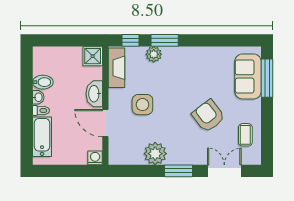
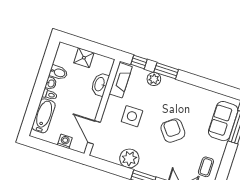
shower: (93, 56) -> (84, 58), moved
washbasin: (94, 94) -> (100, 84), moved
armchair: (208, 116) -> (173, 131), moved
door: (105, 123) -> (94, 132), moved
washing machine: (95, 158) -> (65, 141), moved

